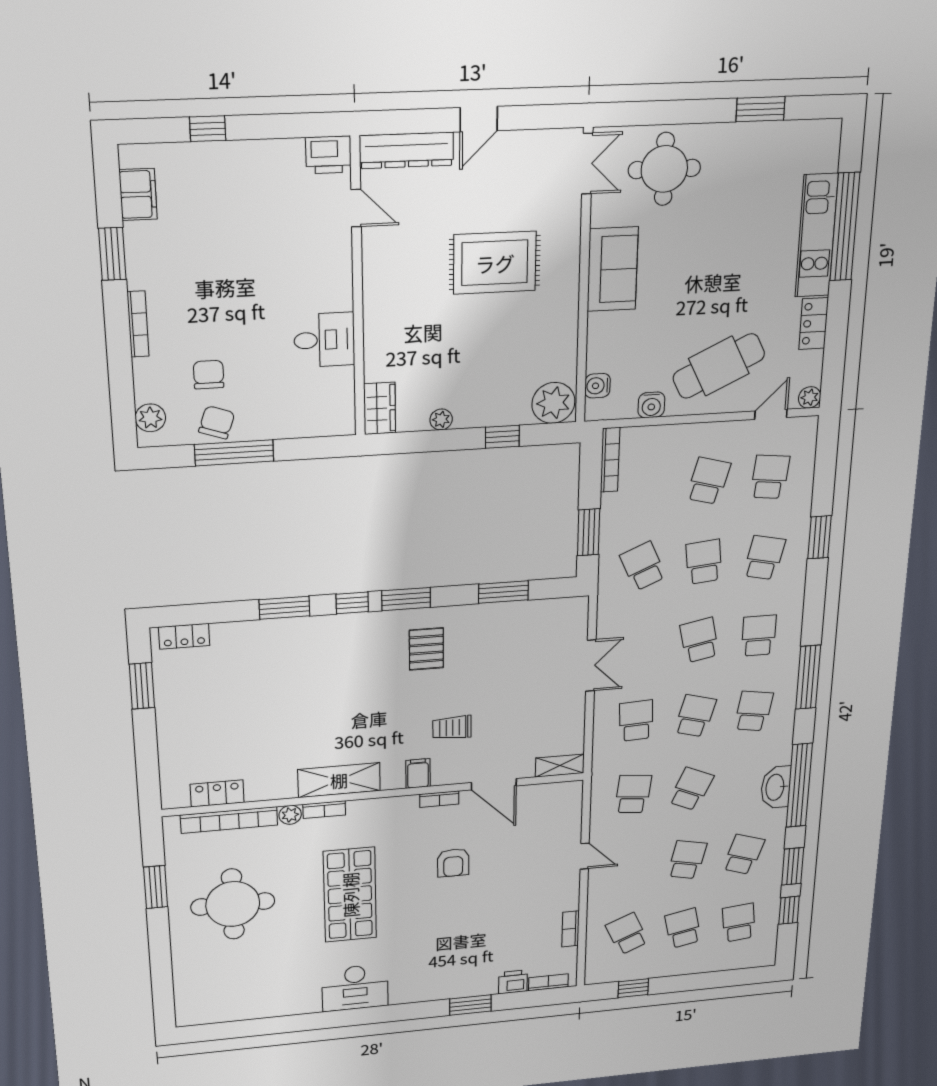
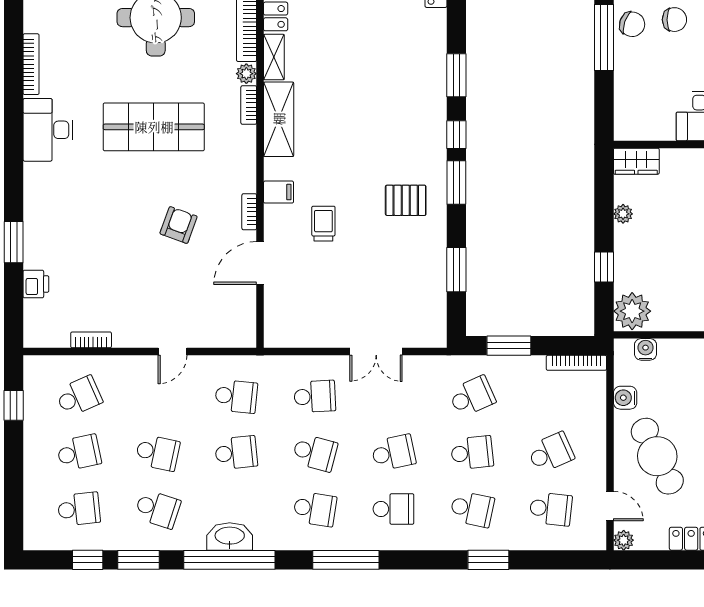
school desk: (708, 481) -> (551, 453), turned -39
shelving: (560, 766) -> (274, 57), moved
school desk: (691, 789) -> (236, 453), turned -30
armchair: (453, 863) -> (179, 225), turned 110
bookcase: (548, 982) -> (31, 64), moved, width x1.56

